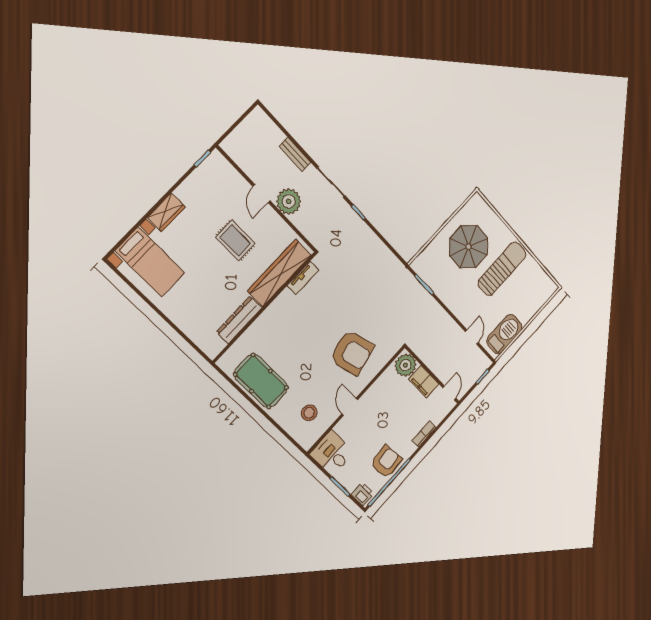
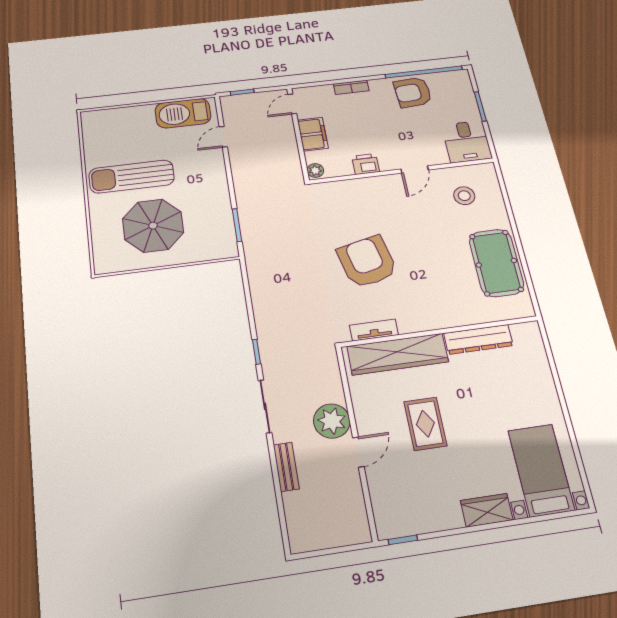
armchair: (352, 352) -> (367, 262), moved
plant: (406, 365) -> (315, 171), width x0.53, depth x0.53
printer: (362, 494) -> (366, 164), moved, turned 90

